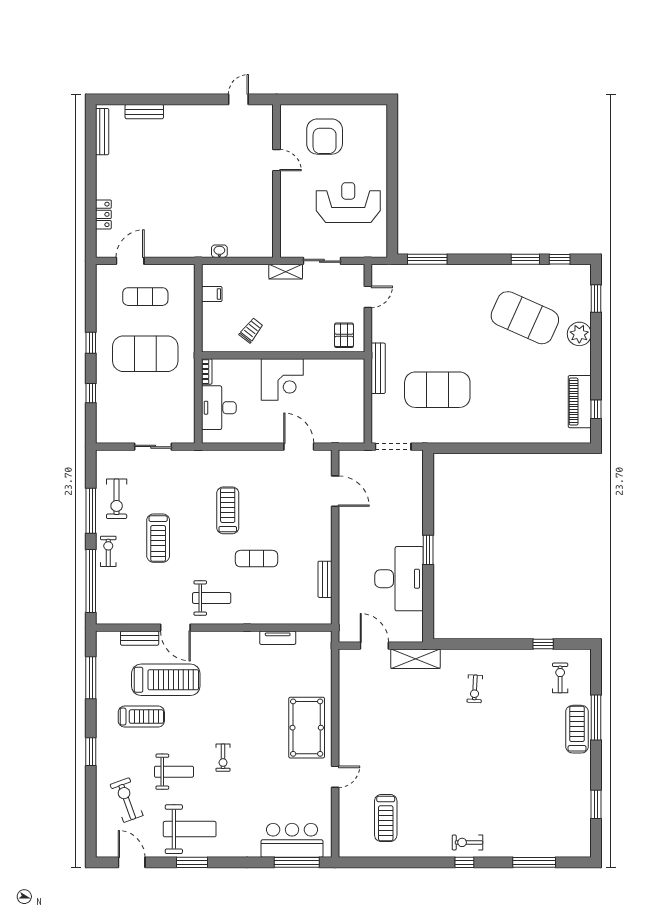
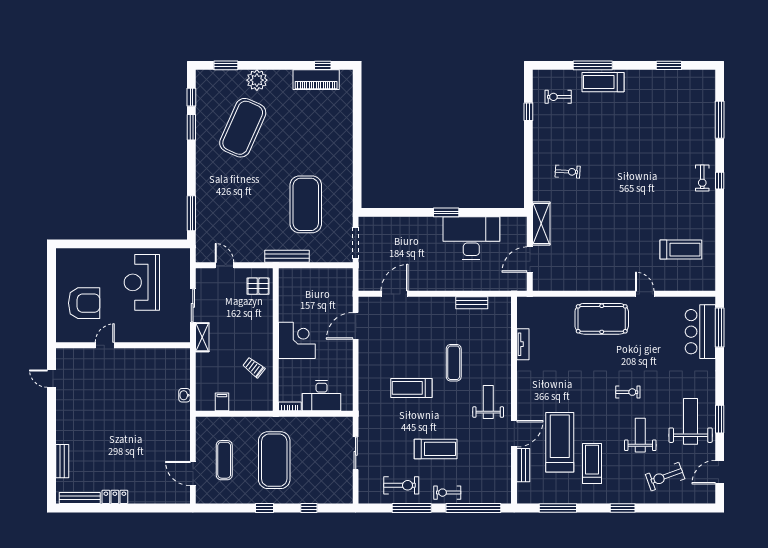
locker: (103, 214) -> (115, 497), moved

